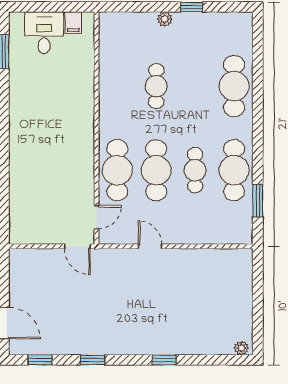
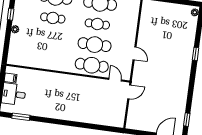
cafe table: (156, 86) -> (53, 18), moved
door: (150, 246) -> (134, 53), swing flipped
window: (93, 360) -> (190, 92), removed

